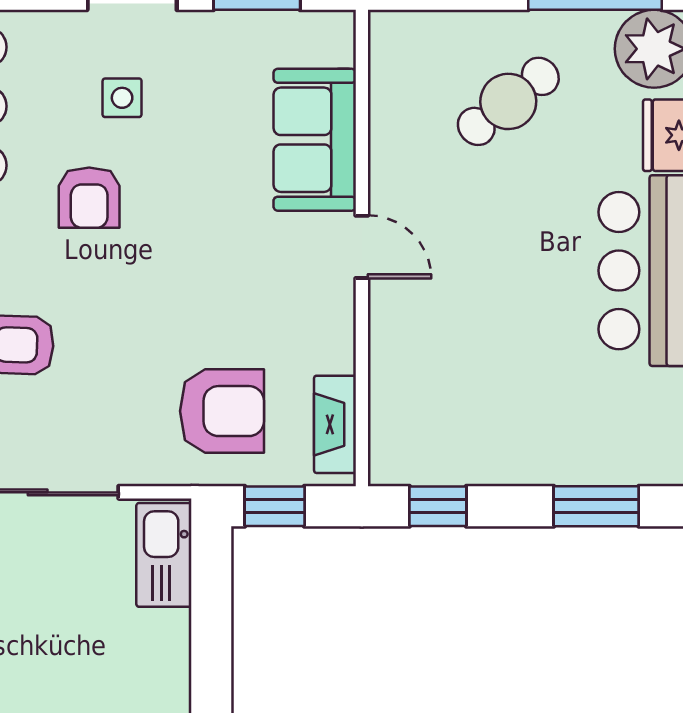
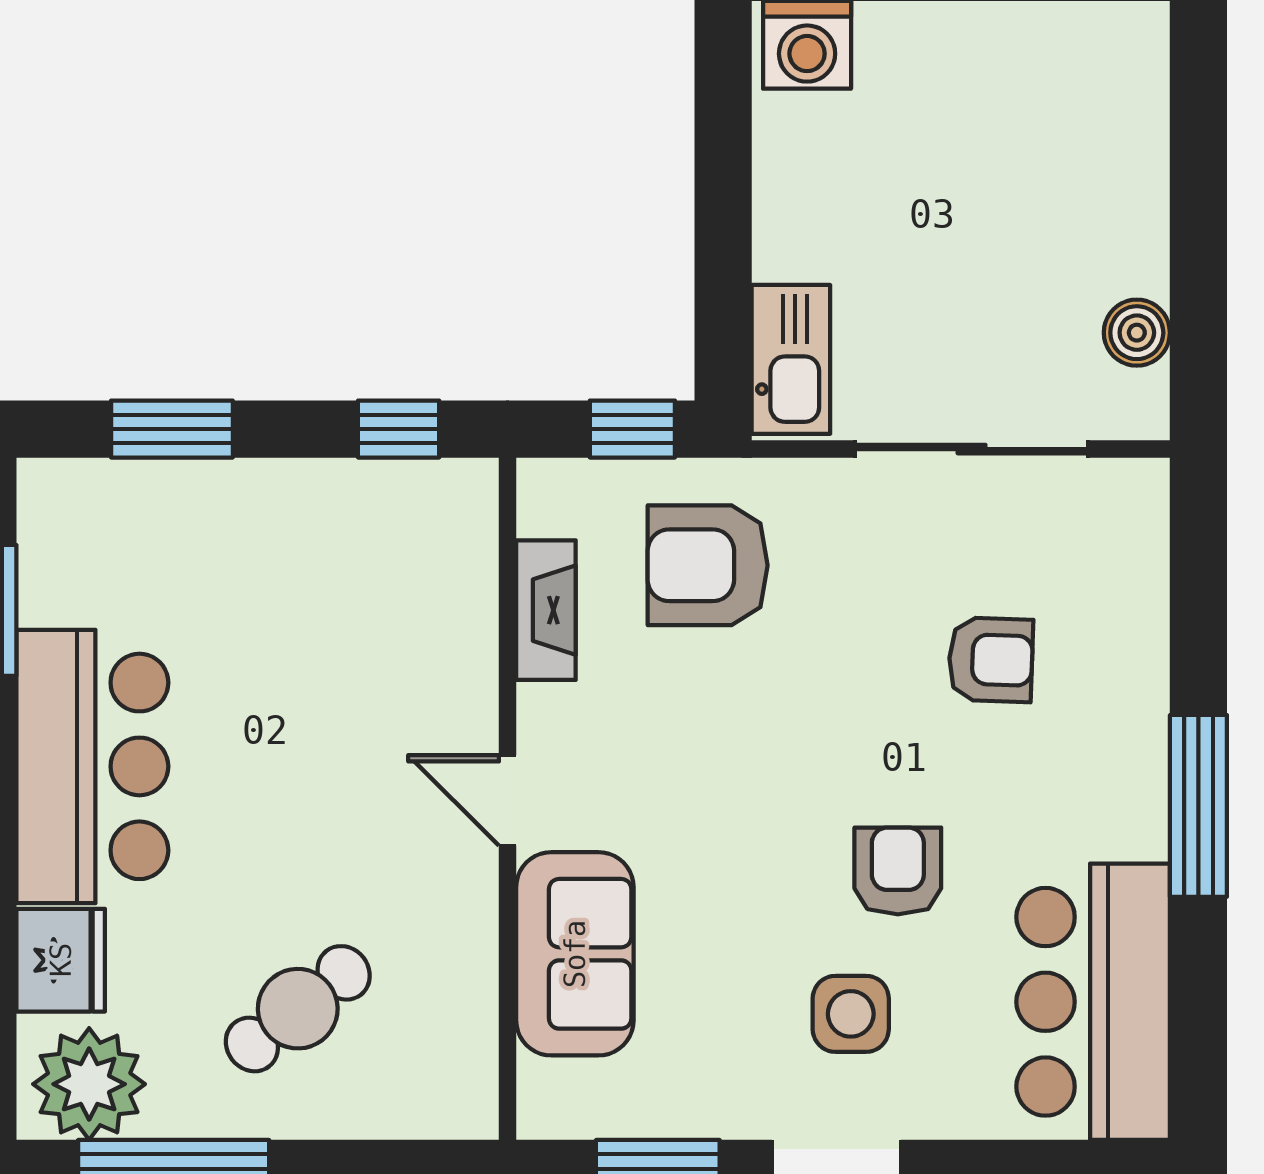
side table: (122, 98) -> (851, 1014), width x1.37, depth x1.37
fireplace: (335, 424) -> (546, 610), moved

